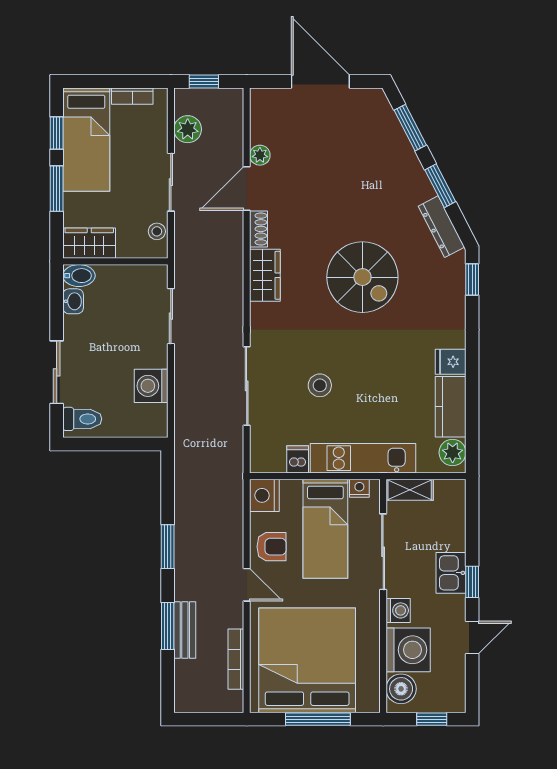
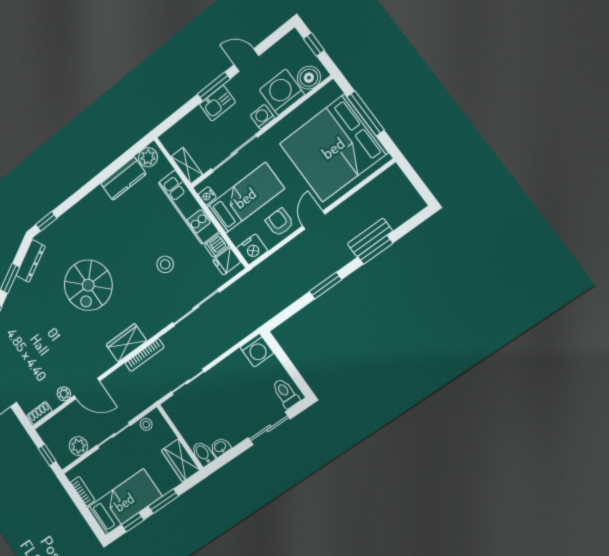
shoe rack: (259, 229) -> (40, 413), moved
spiral stairs: (362, 277) -> (88, 285), turned 180
fridge: (451, 362) -> (227, 261), moved, turned 90
washing machine: (151, 386) -> (257, 350), moved
window: (472, 582) -> (214, 86), width x1.50
bookcase: (236, 659) -> (145, 355), moved

